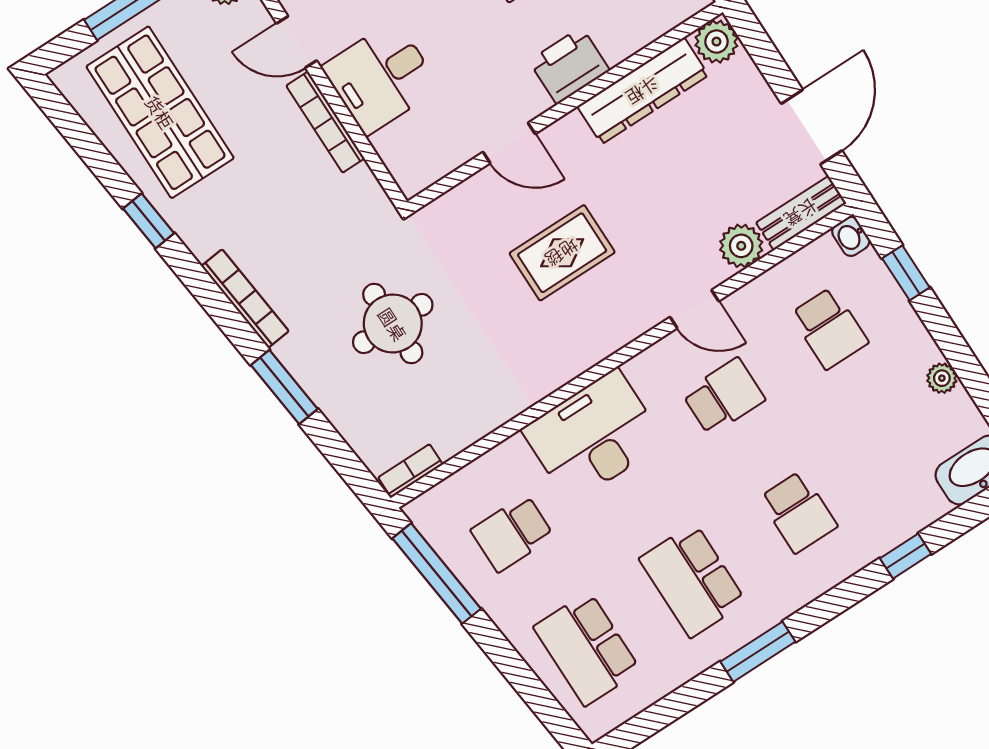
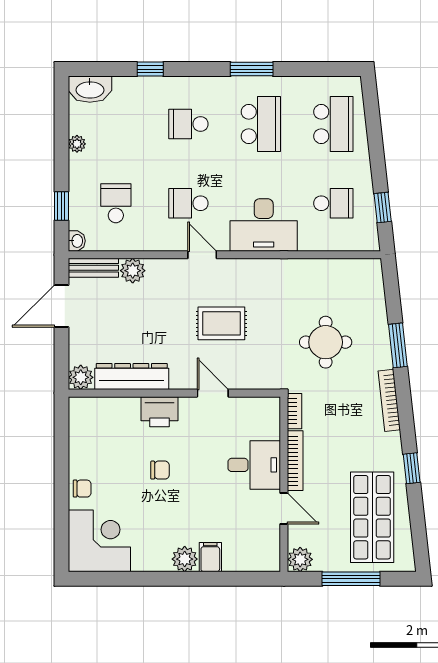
door: (694, 309) -> (202, 255), moved
bookcase: (410, 471) -> (295, 411), moved, turned -90
school desk: (798, 512) -> (188, 124), turned -90
window: (437, 573) -> (383, 207), width x0.46

